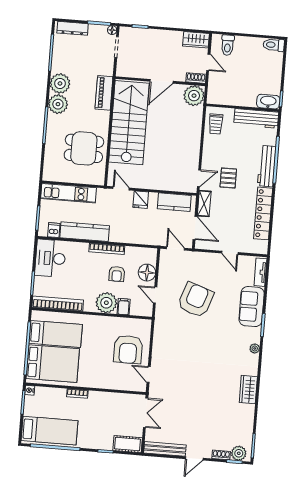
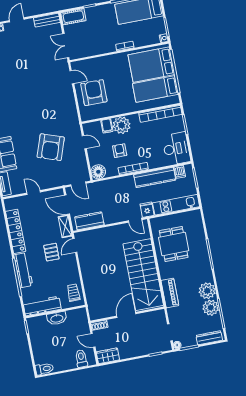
plant: (194, 96) -> (97, 311), removed
washbasin: (268, 102) -> (57, 318), moved
plant: (58, 104) -> (211, 308), moved
dining table: (84, 148) -> (174, 244), turned 90
fridge: (141, 200) -> (147, 210), moved
floor lamp: (147, 273) -> (98, 172), moved
bench: (165, 449) -> (47, 20), width x0.73

